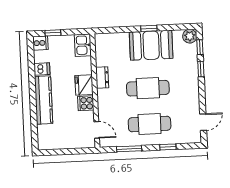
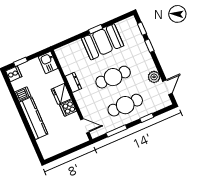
plant: (190, 36) -> (154, 77), moved

